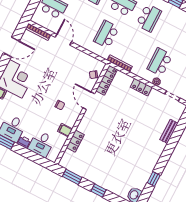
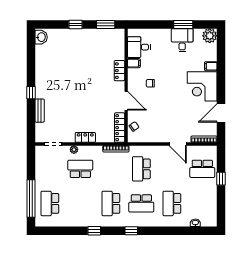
school desk: (106, 34) -> (141, 169), turned 180
school desk: (160, 62) -> (80, 169), turned -90
locker: (75, 141) -> (119, 71), moved
printer: (24, 142) -> (165, 33), removed
desk: (41, 144) -> (139, 47), moved, turned -90
window: (154, 179) -> (31, 93), moved

